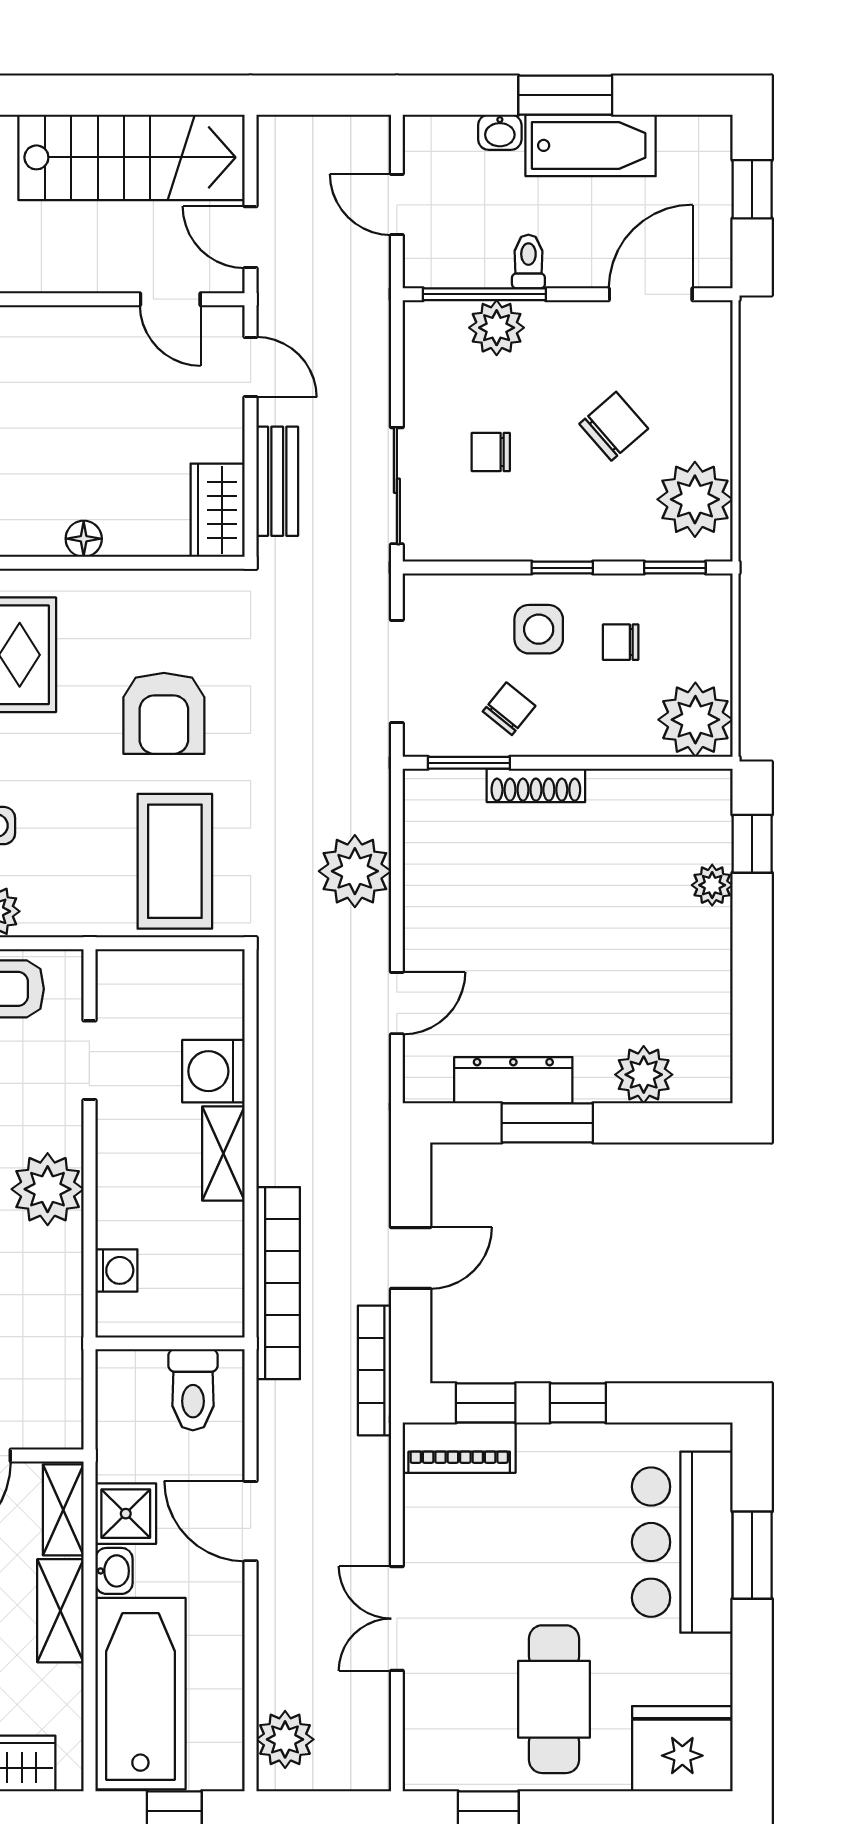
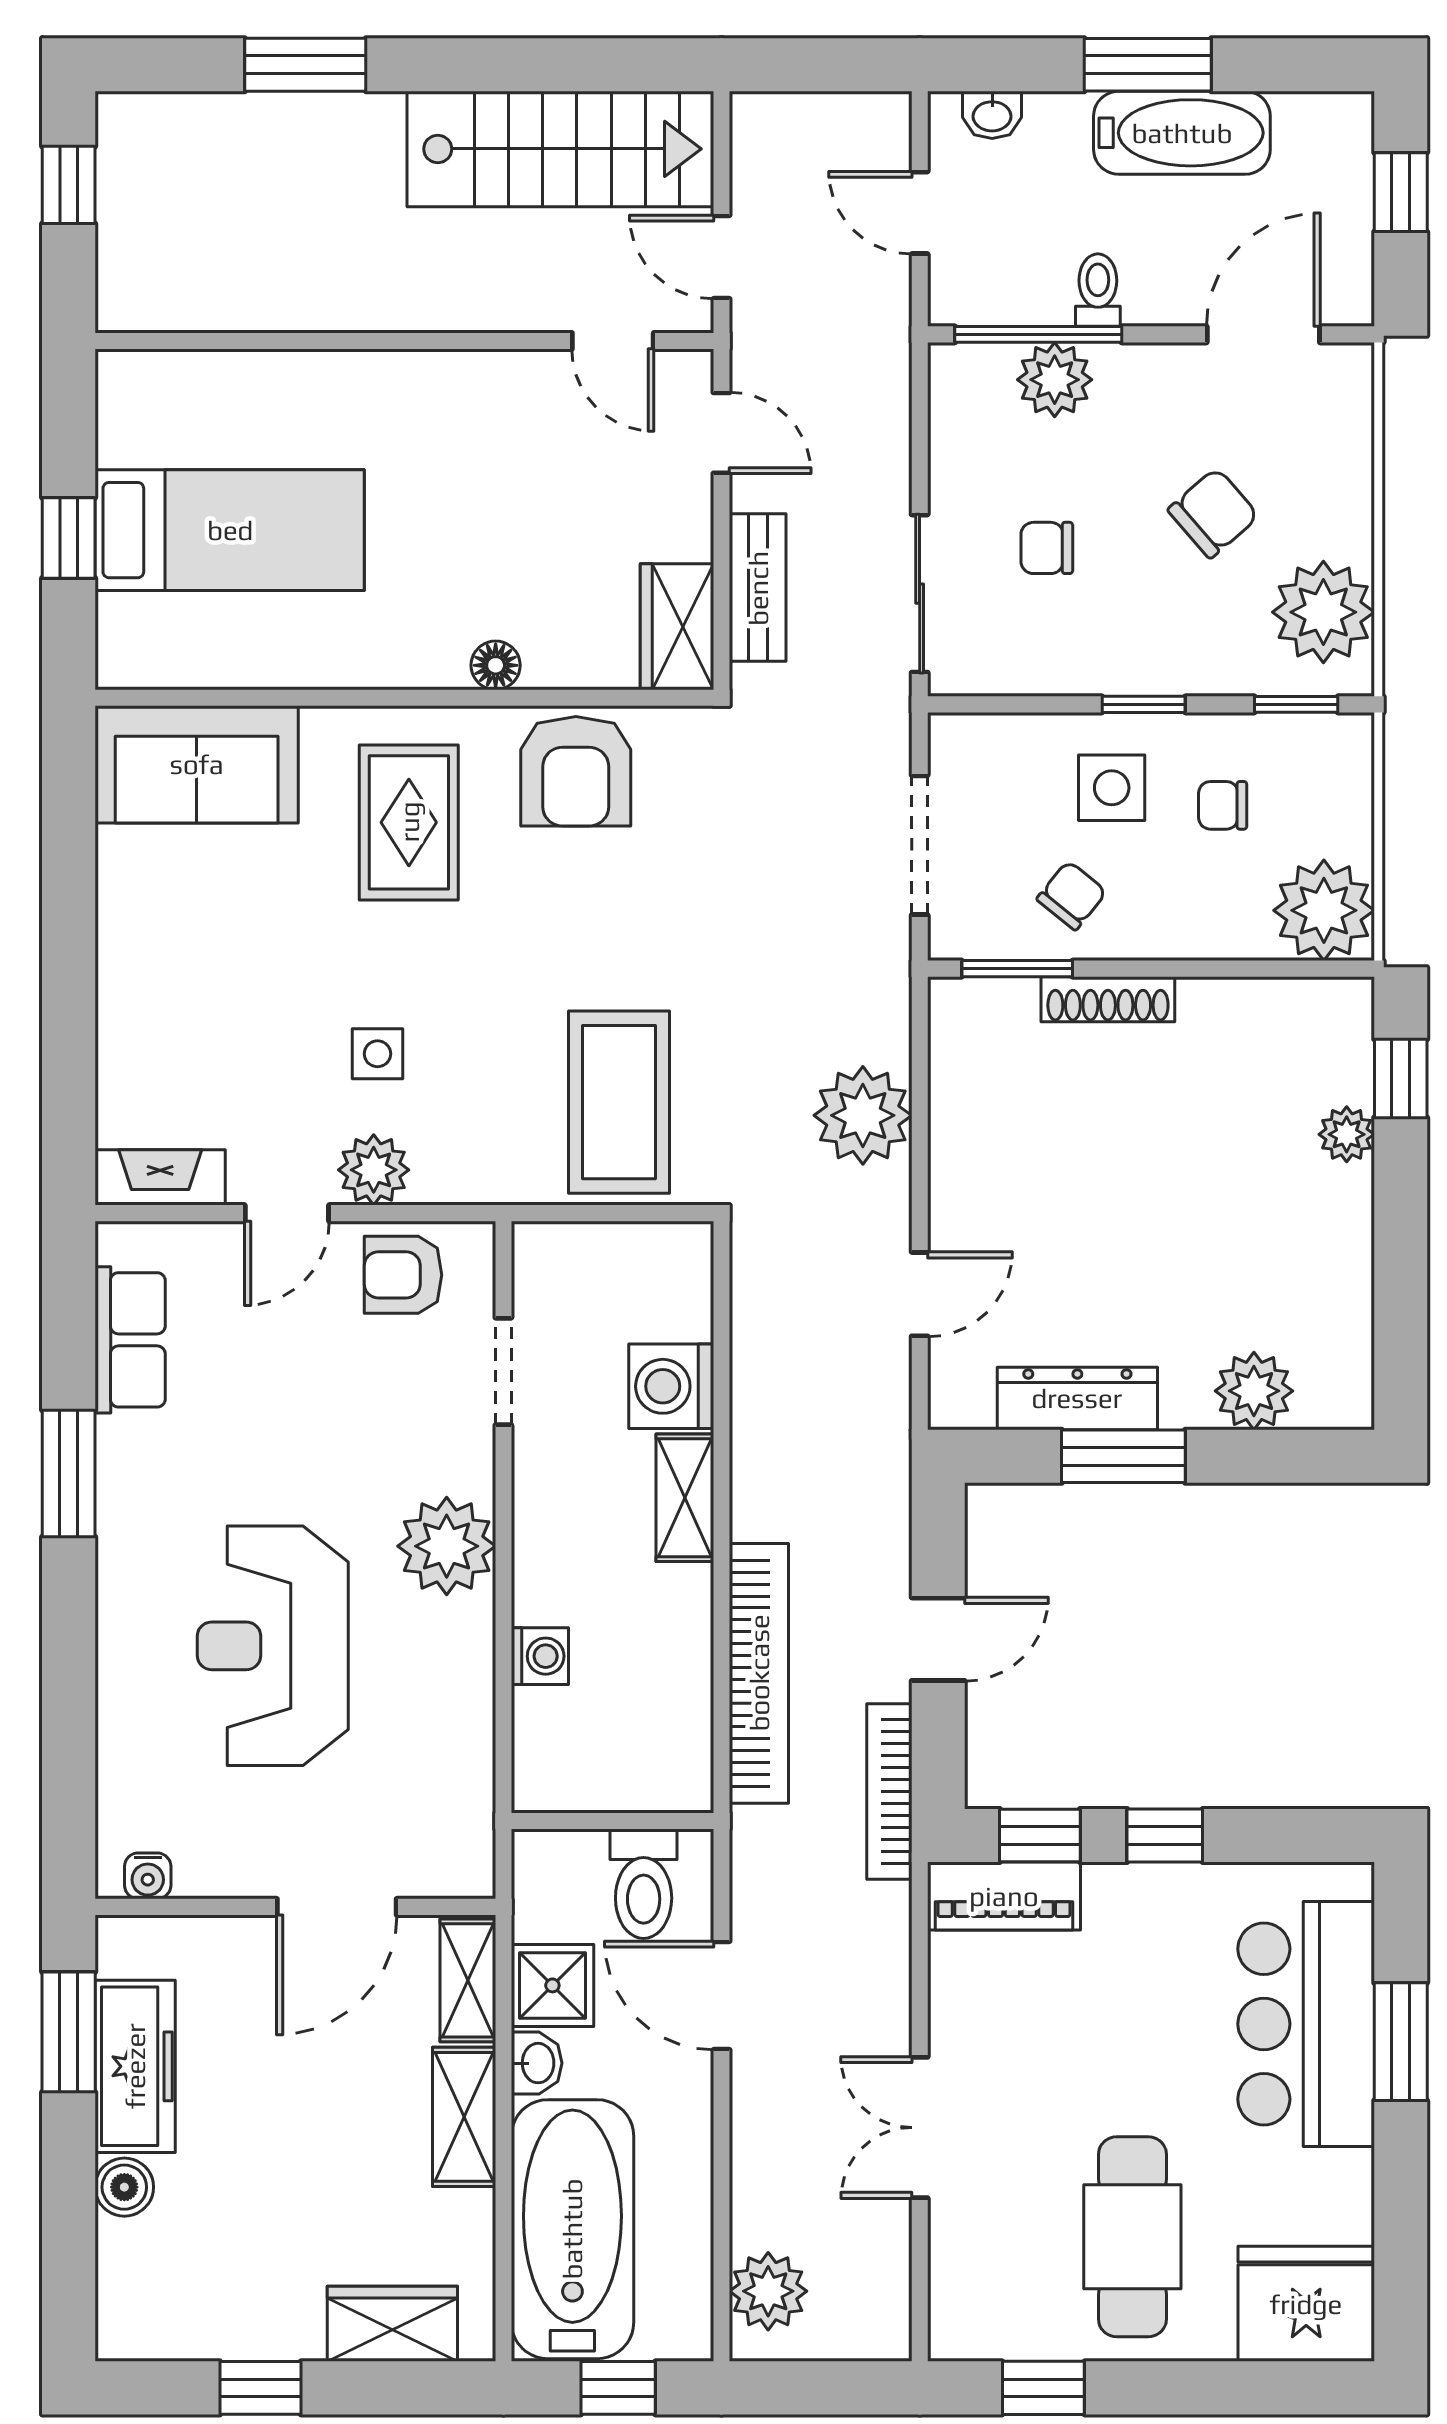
washbasin: (500, 132) -> (992, 115), moved
armchair: (164, 713) -> (576, 771), moved
wall: (170, 1343) -> (612, 1821), moved
toilet: (193, 1390) -> (644, 1884), moved

